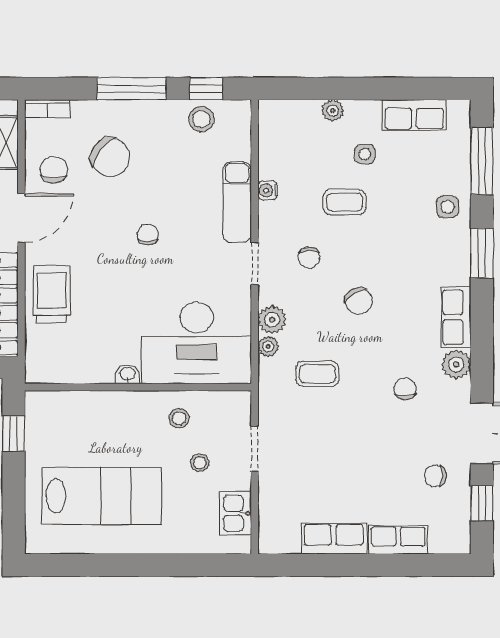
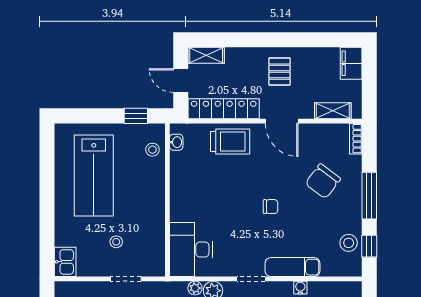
chair: (54, 170) -> (314, 143), removed
desk: (197, 343) -> (191, 249), width x0.73, depth x0.77
washbasin: (127, 374) -> (176, 142), moved
stool: (179, 418) -> (152, 150), moved
kitchen sink: (235, 513) -> (65, 262), moved, turned 90

